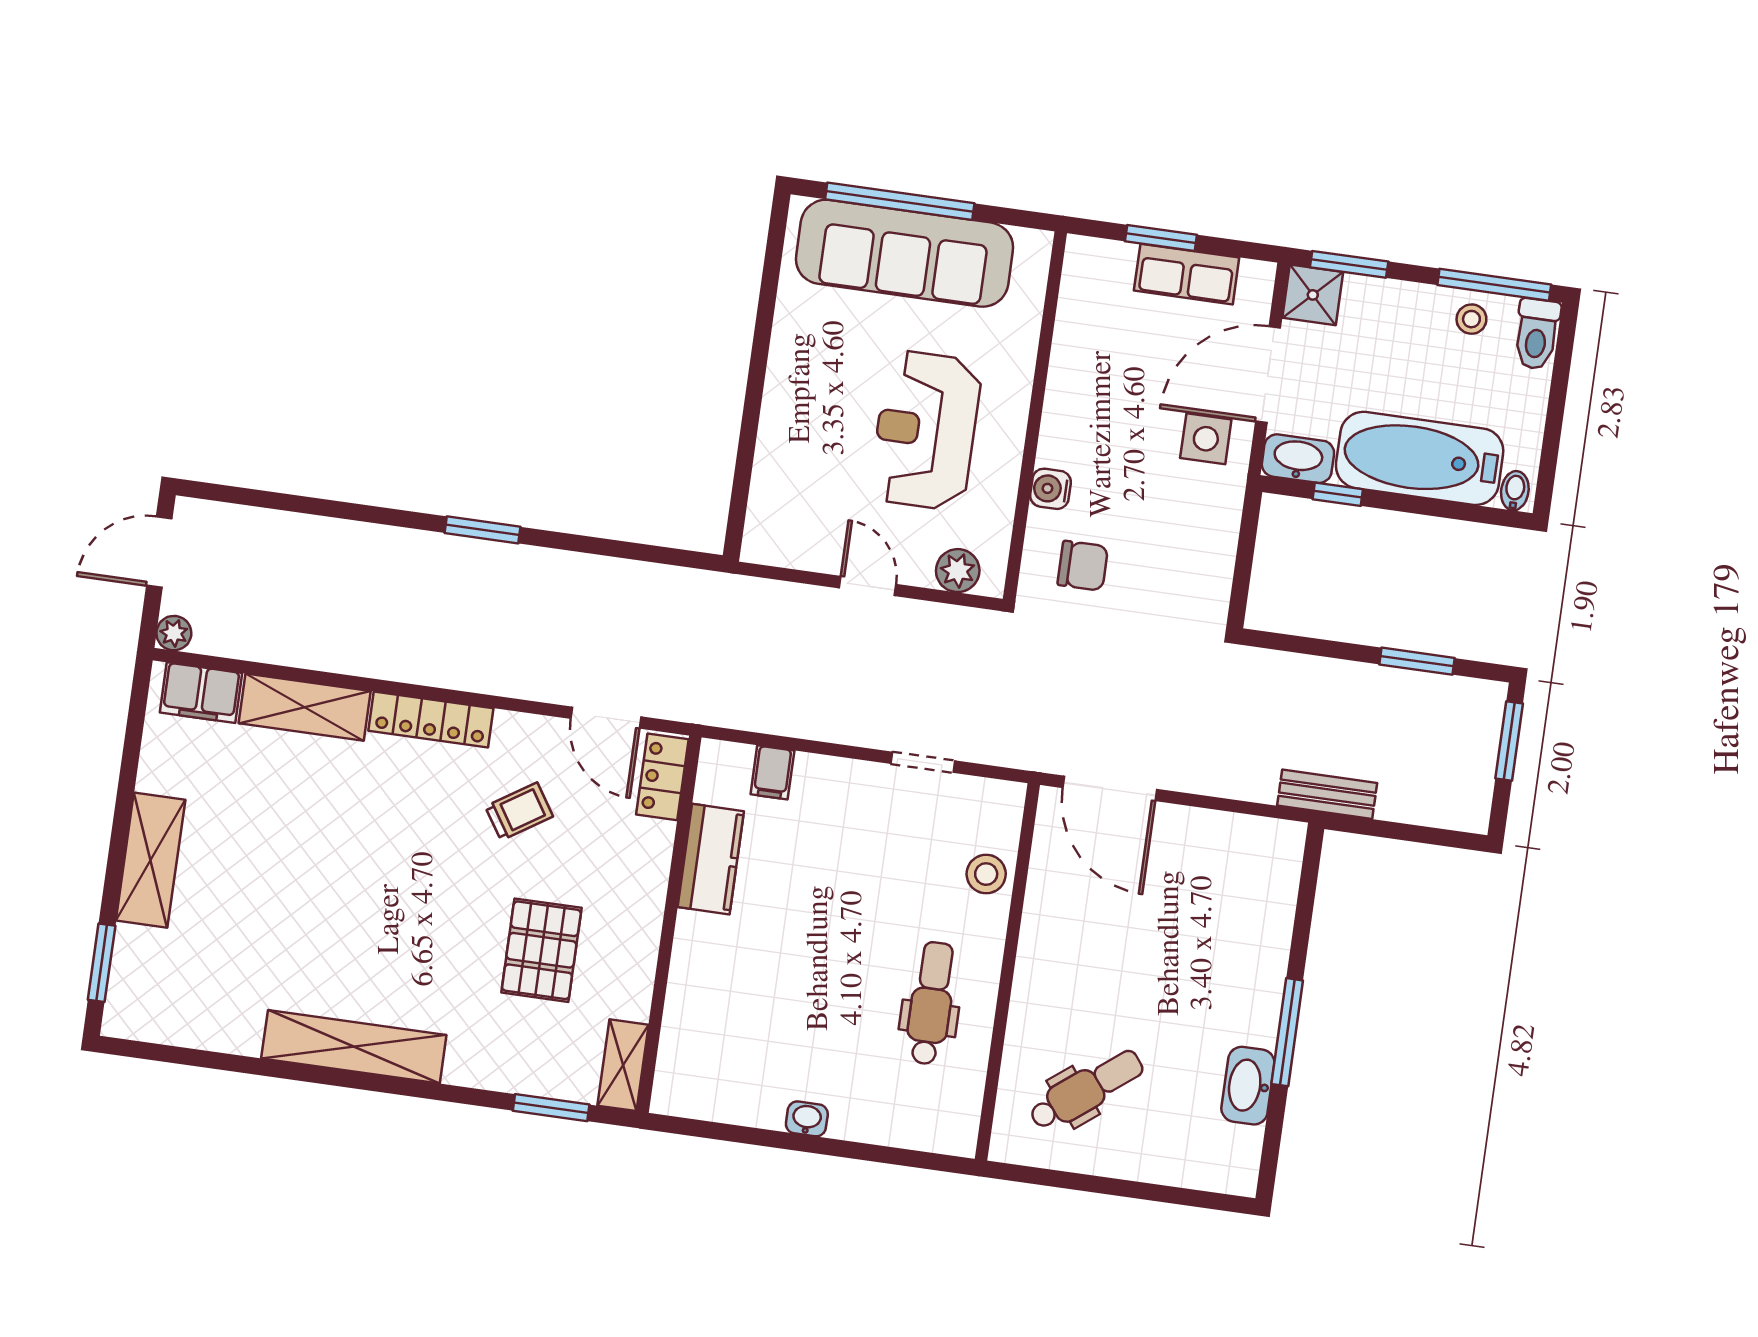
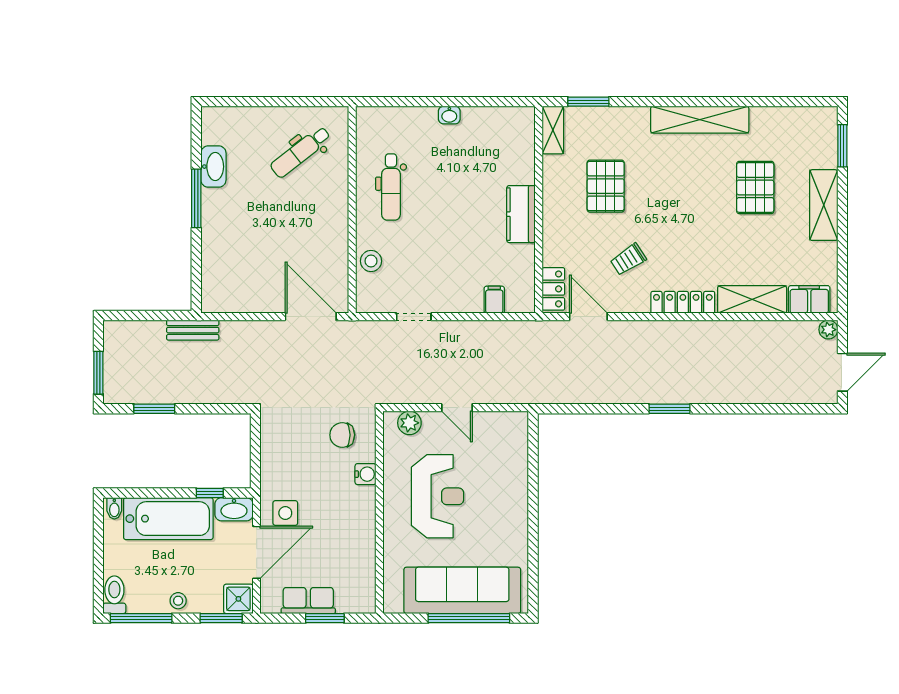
stool: (1471, 319) -> (178, 601), moved
kitchen counter: (711, 859) -> (521, 214), moved
pallet: (270, 909) -> (755, 187), added

